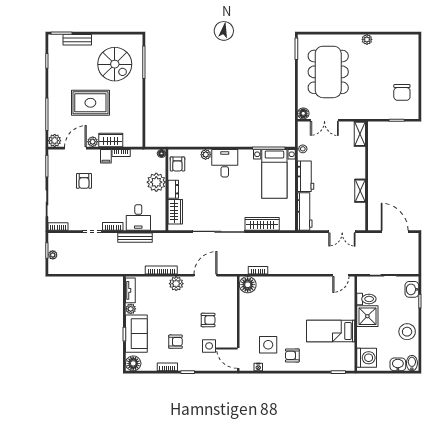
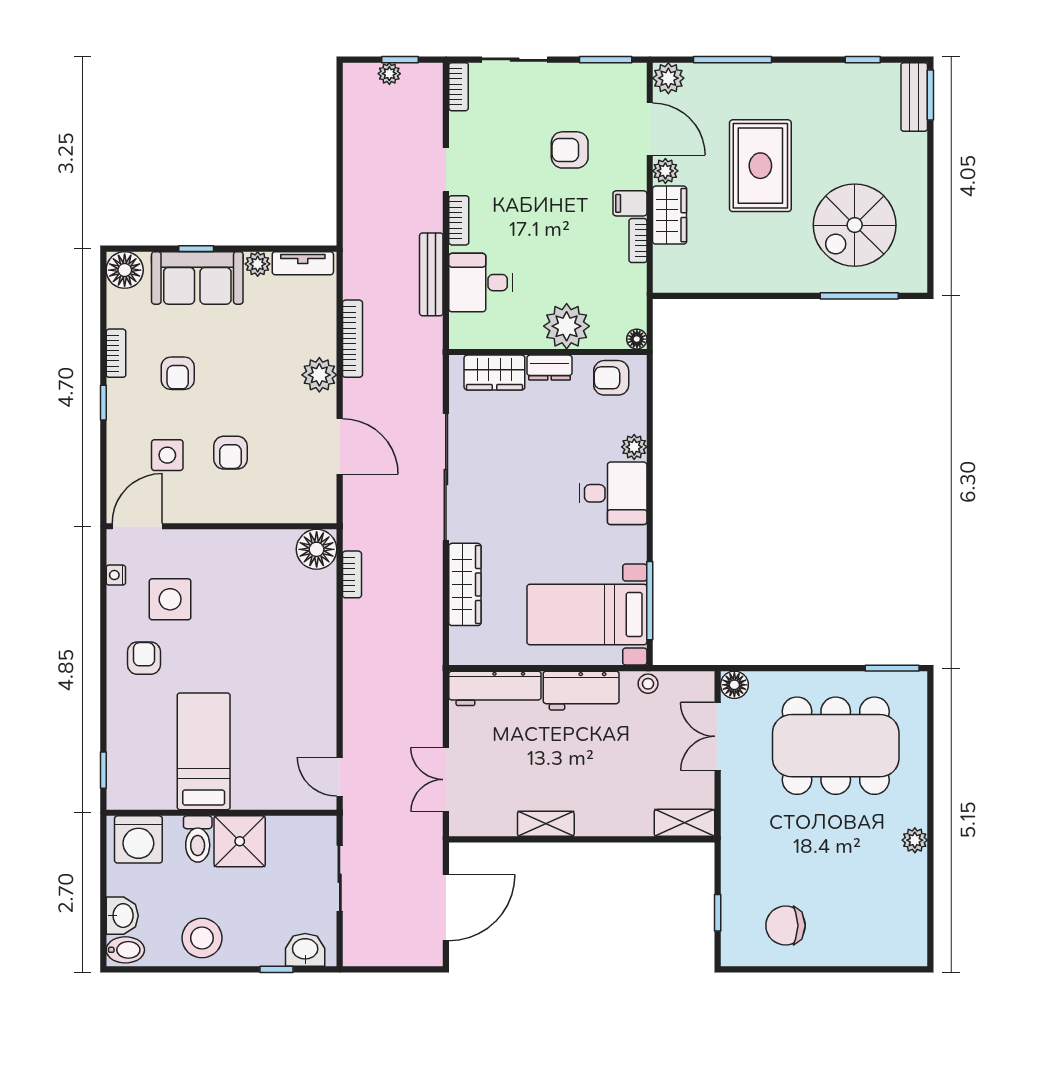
bench: (77, 40) -> (914, 97), moved
toilet: (366, 299) -> (198, 839), moved

